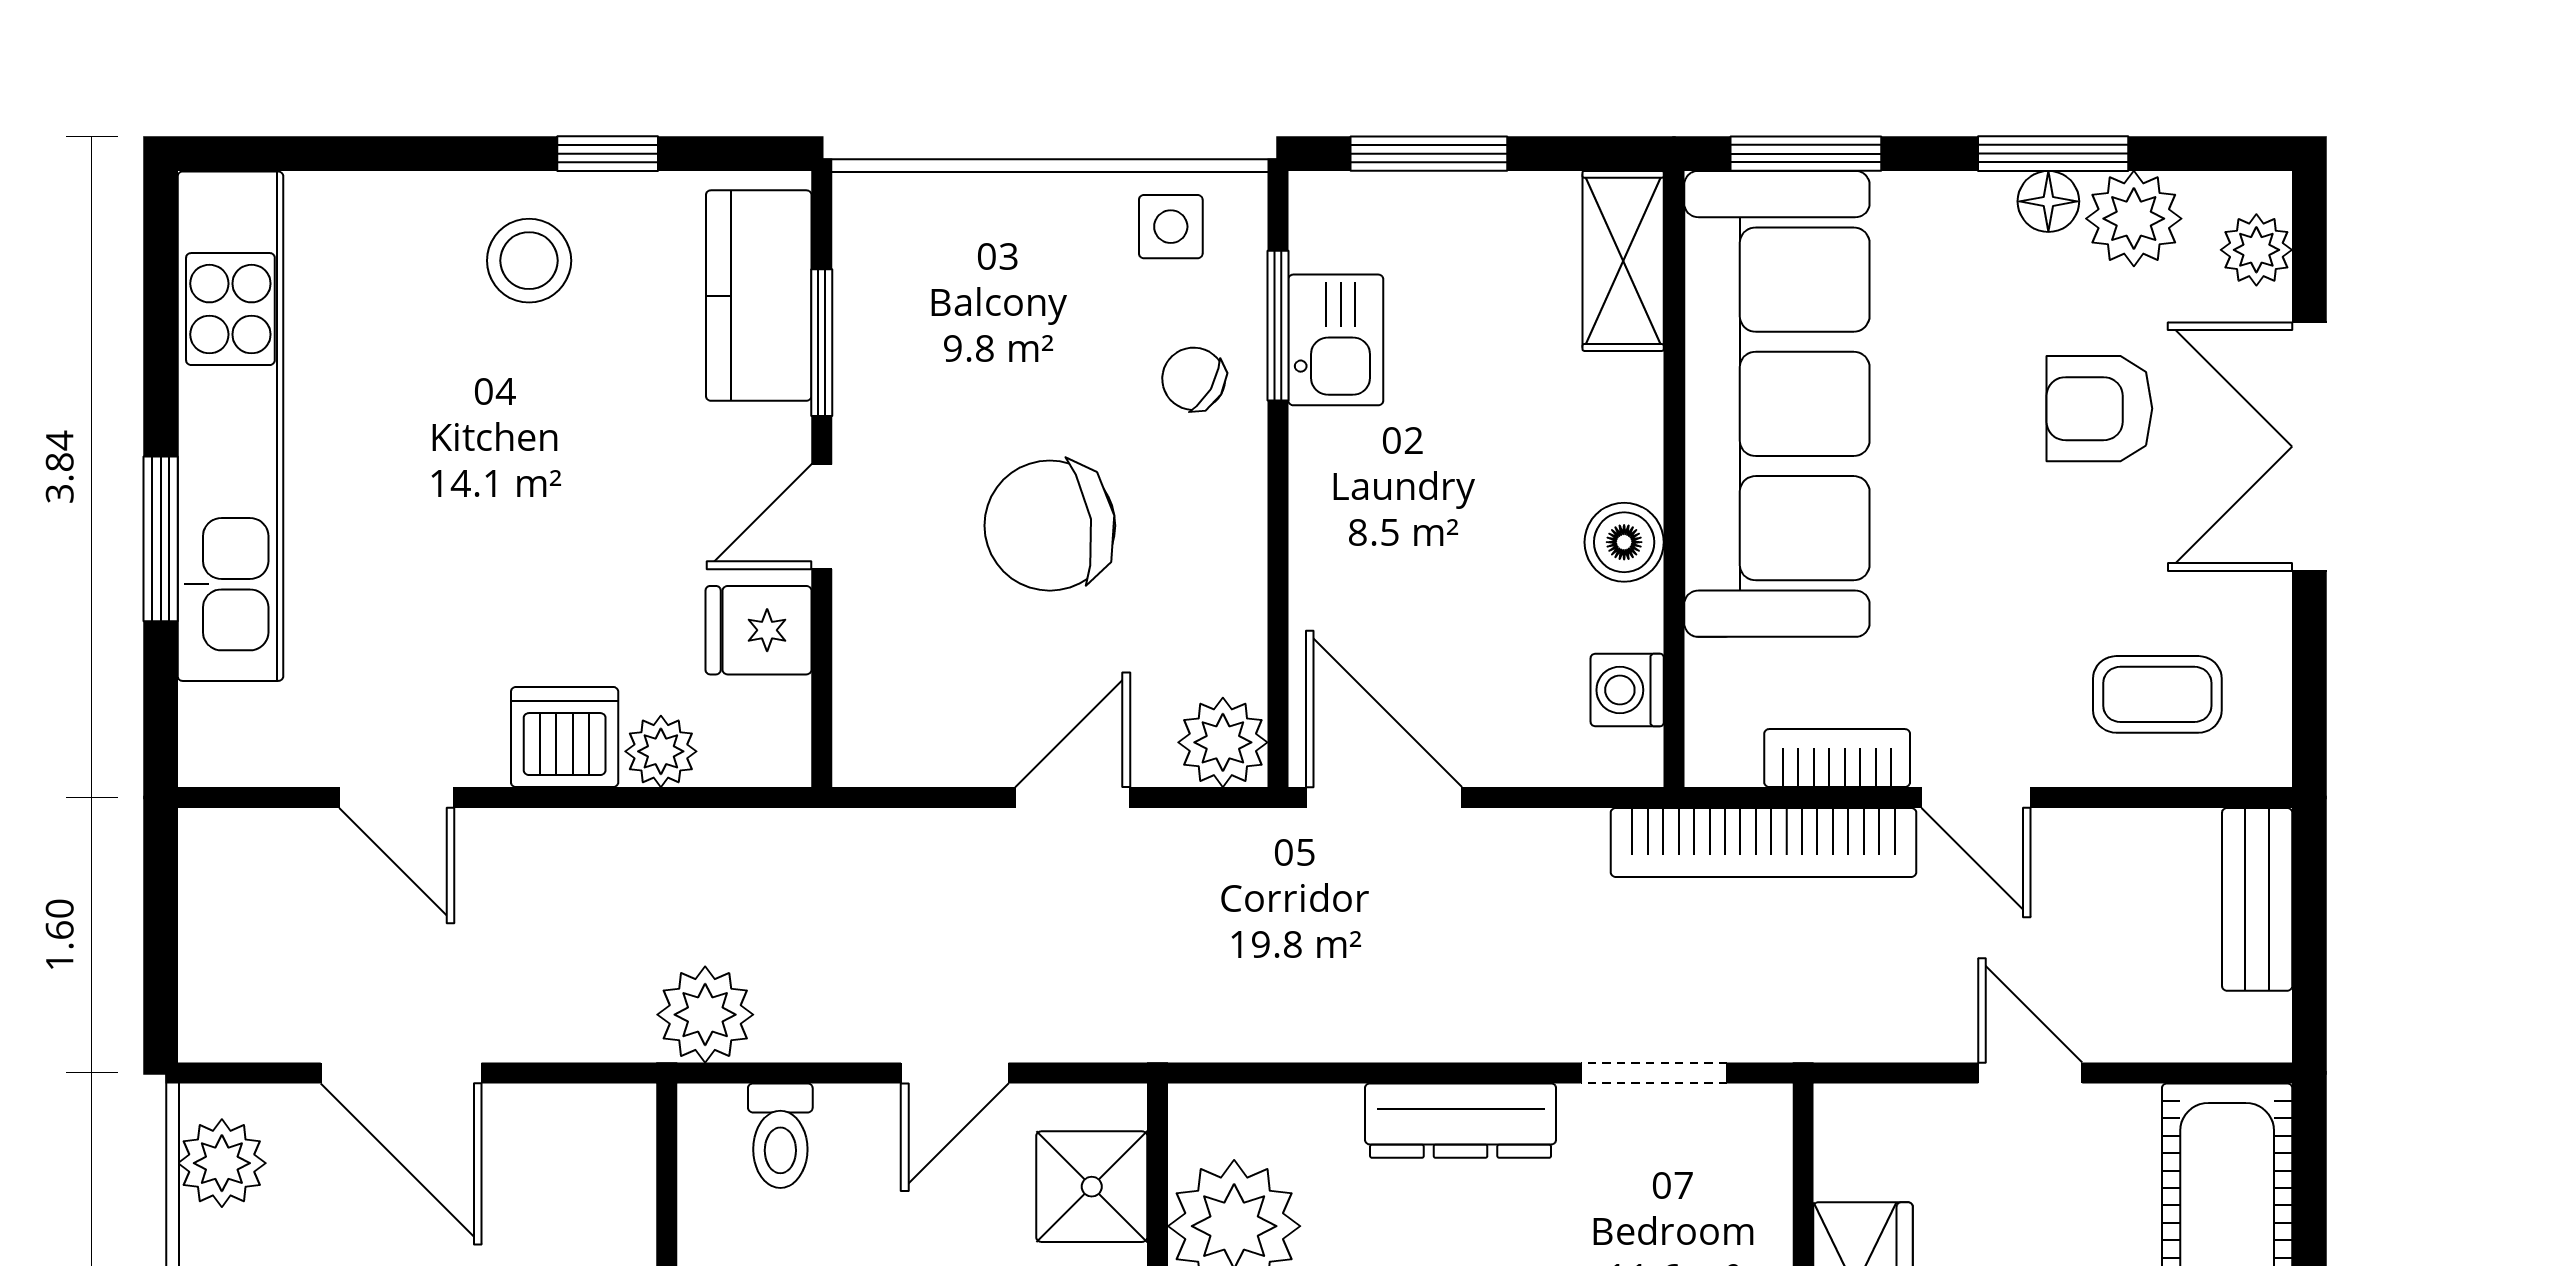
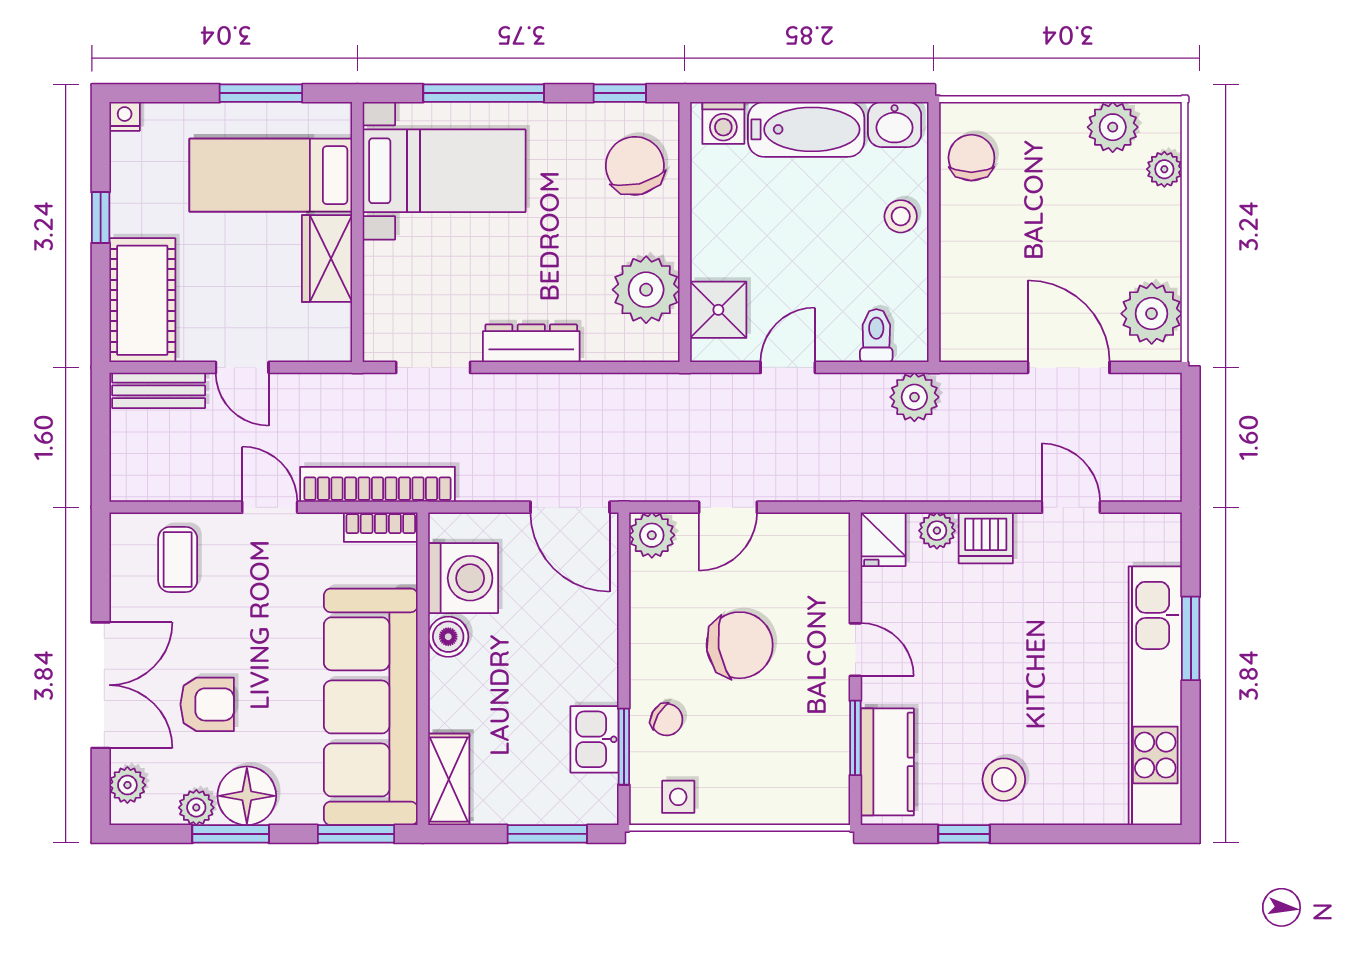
floor lamp: (2048, 201) -> (247, 796), width x1.89, depth x1.89
plant: (2134, 219) -> (196, 808), width x0.73, depth x0.73
door: (822, 517) -> (855, 650), hinge flipped
fridge: (759, 630) -> (883, 539), moved, turned 90
washing machine: (1627, 690) -> (463, 578), width x1.89, depth x1.89
coffee table: (2157, 694) -> (178, 560), turned 90
bookcase: (1837, 758) -> (381, 527), moved
bench: (2257, 899) -> (159, 390), moved, turned 90
plant: (222, 1163) -> (1152, 314), width x1.36, depth x1.36

